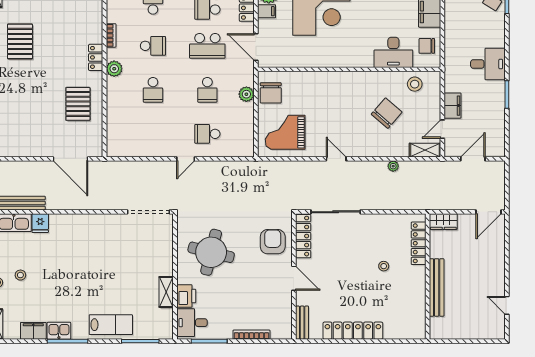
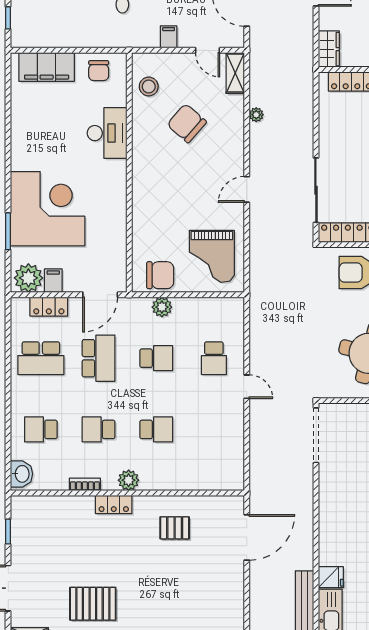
school desk: (153, 46) -> (99, 429), turned -90
desk: (393, 52) -> (107, 133), moved
pallet: (78, 104) -> (175, 528), width x0.67, depth x0.71
filing cabinet: (453, 106) -> (169, 37), width x0.50

